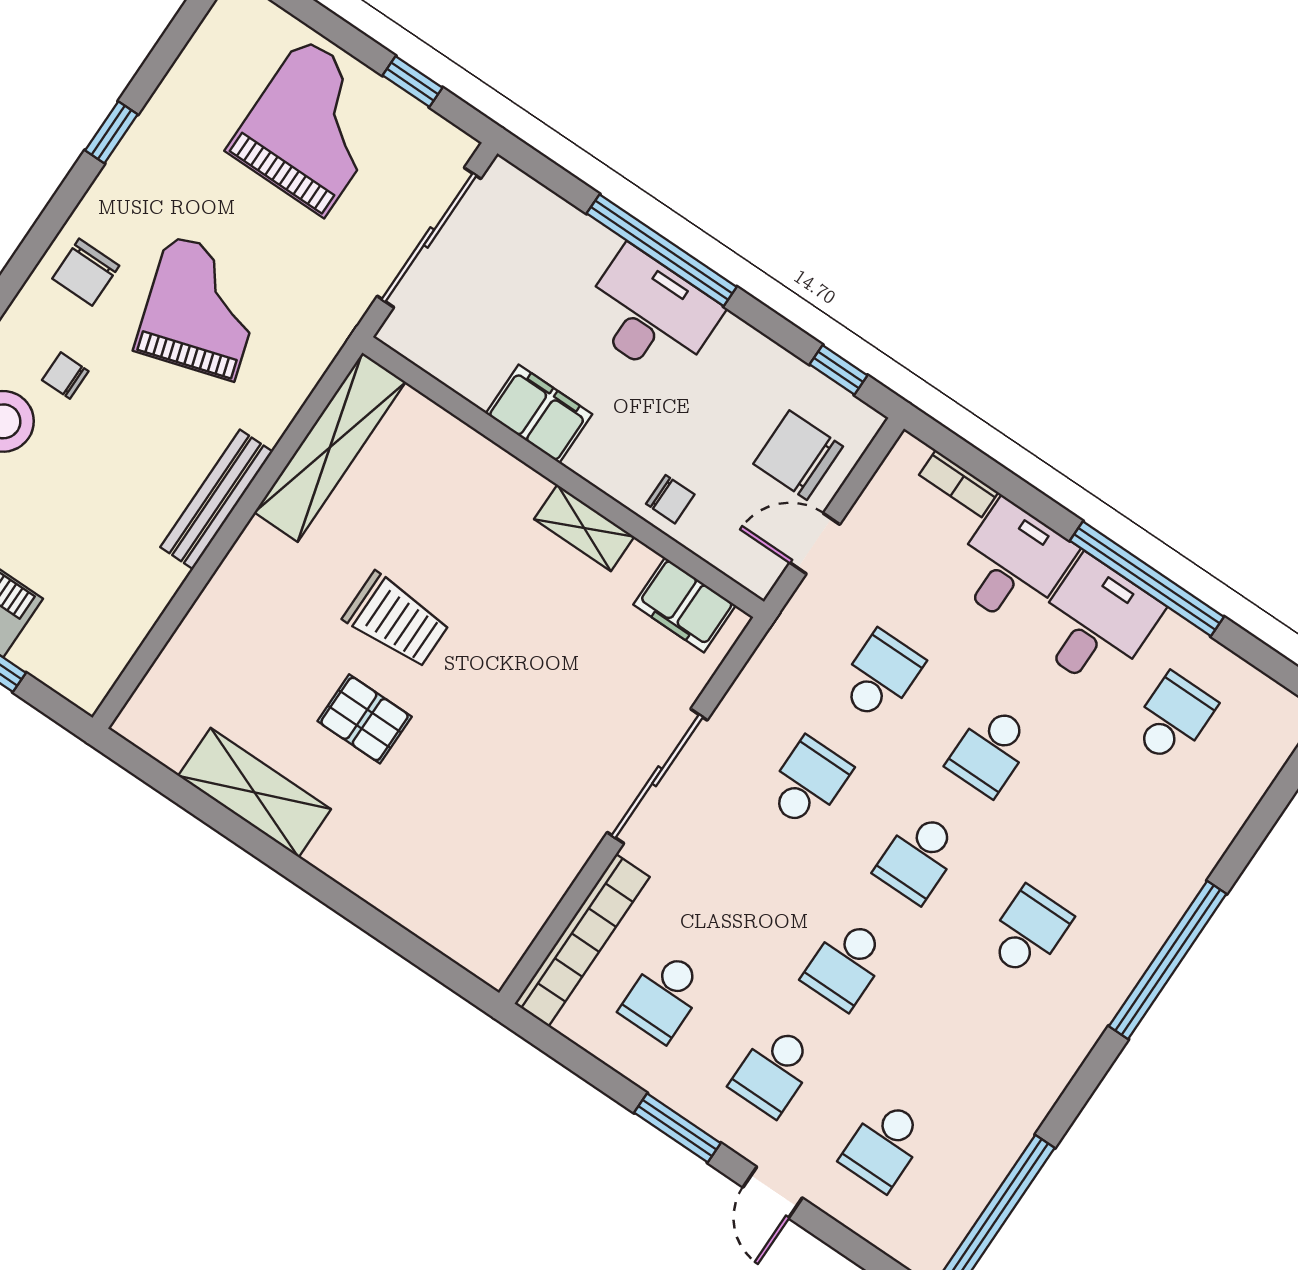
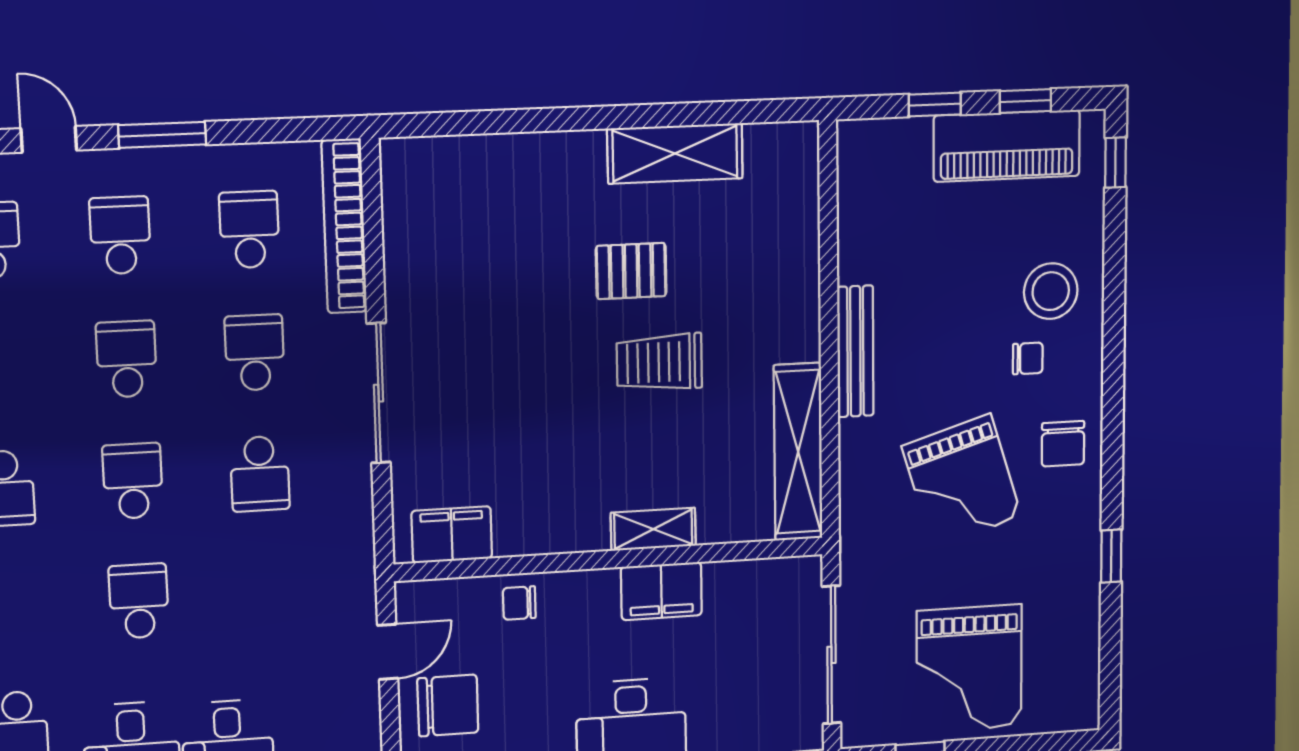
chair: (86, 272) -> (1063, 444), turned 180
shelving: (584, 528) -> (653, 529), moved
school desk: (880, 676) -> (255, 353), moved, turned 180

